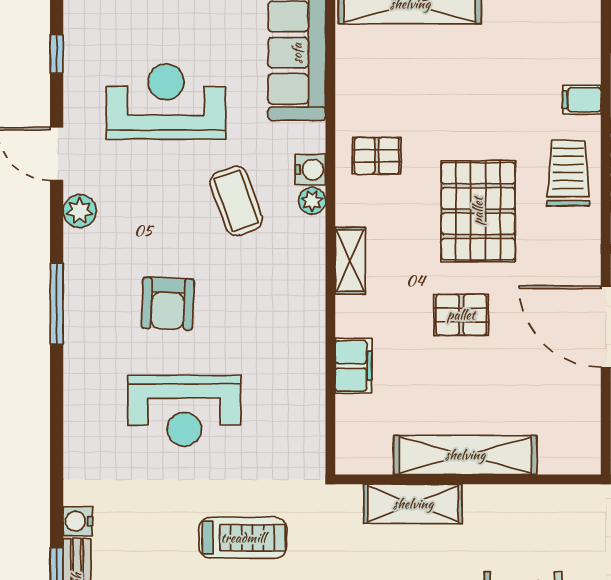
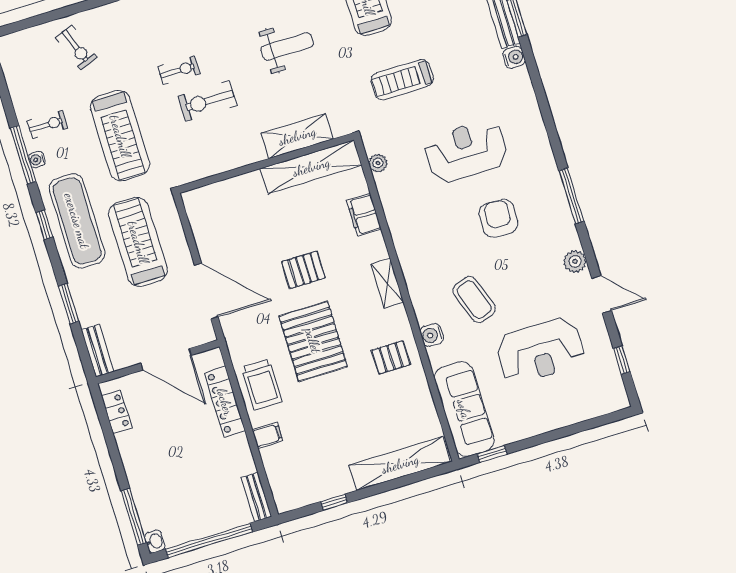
plant: (312, 201) -> (378, 163), moved
shelving: (465, 455) -> (311, 167), moved

